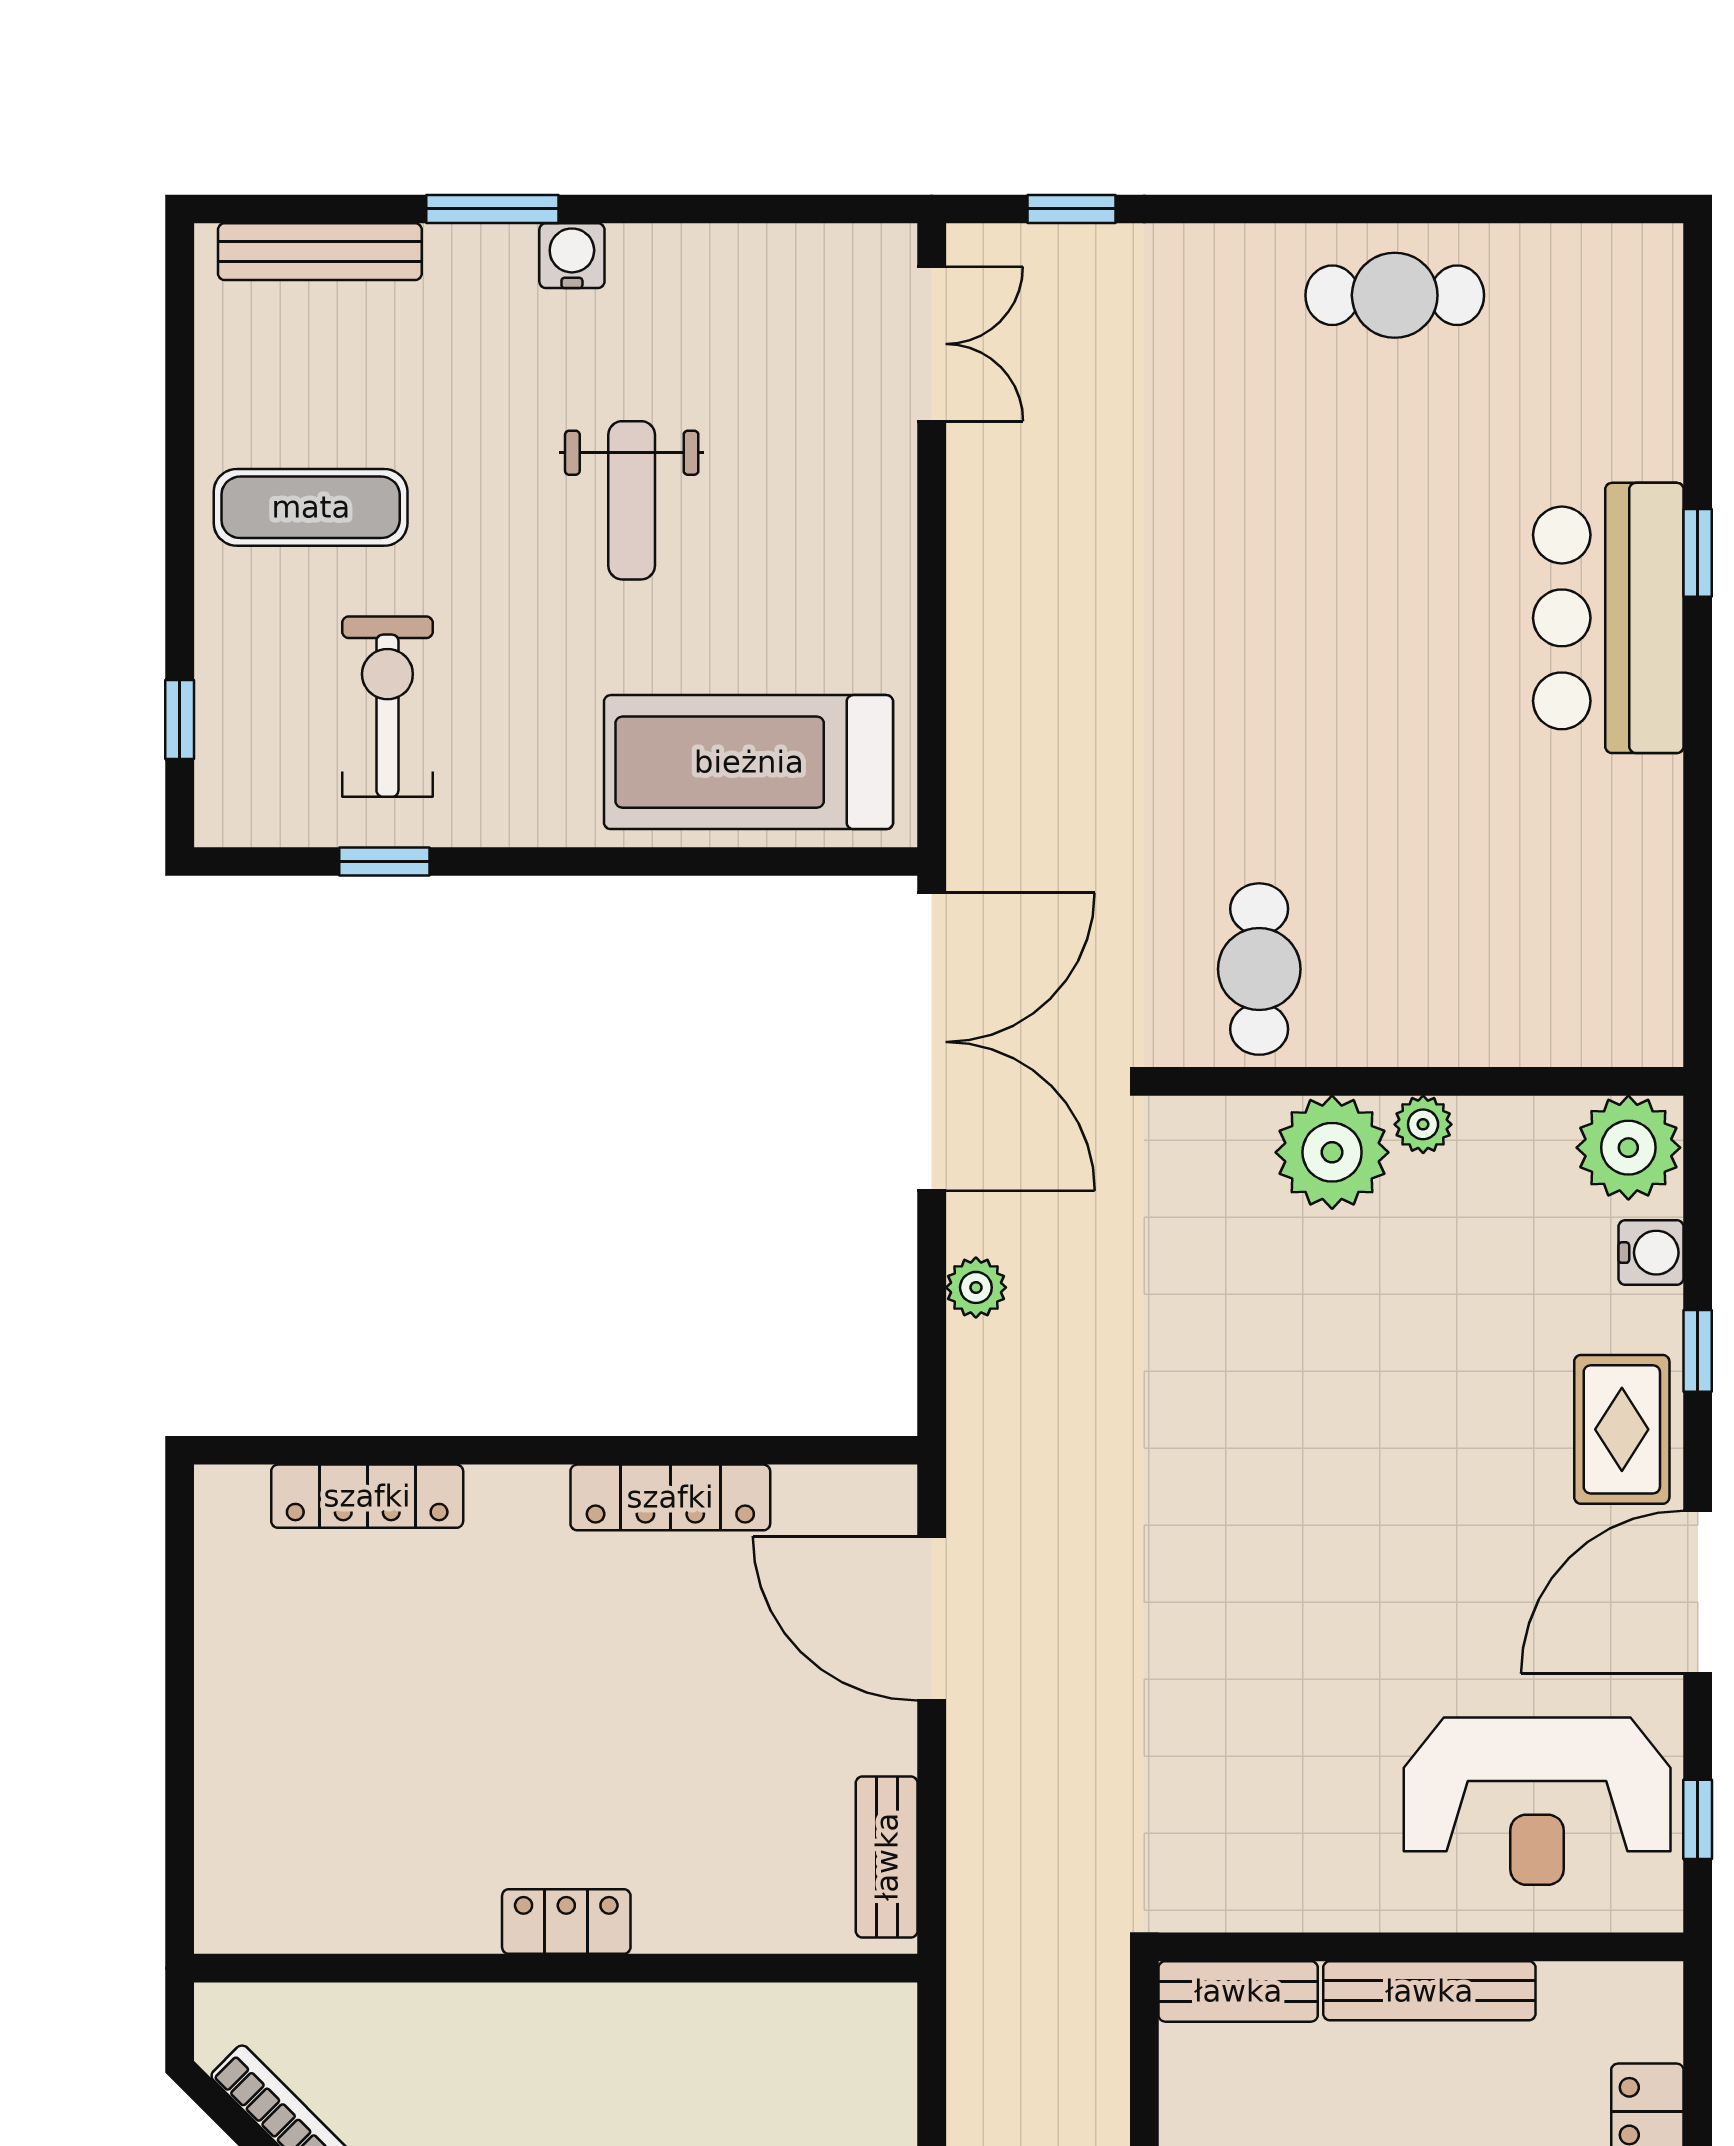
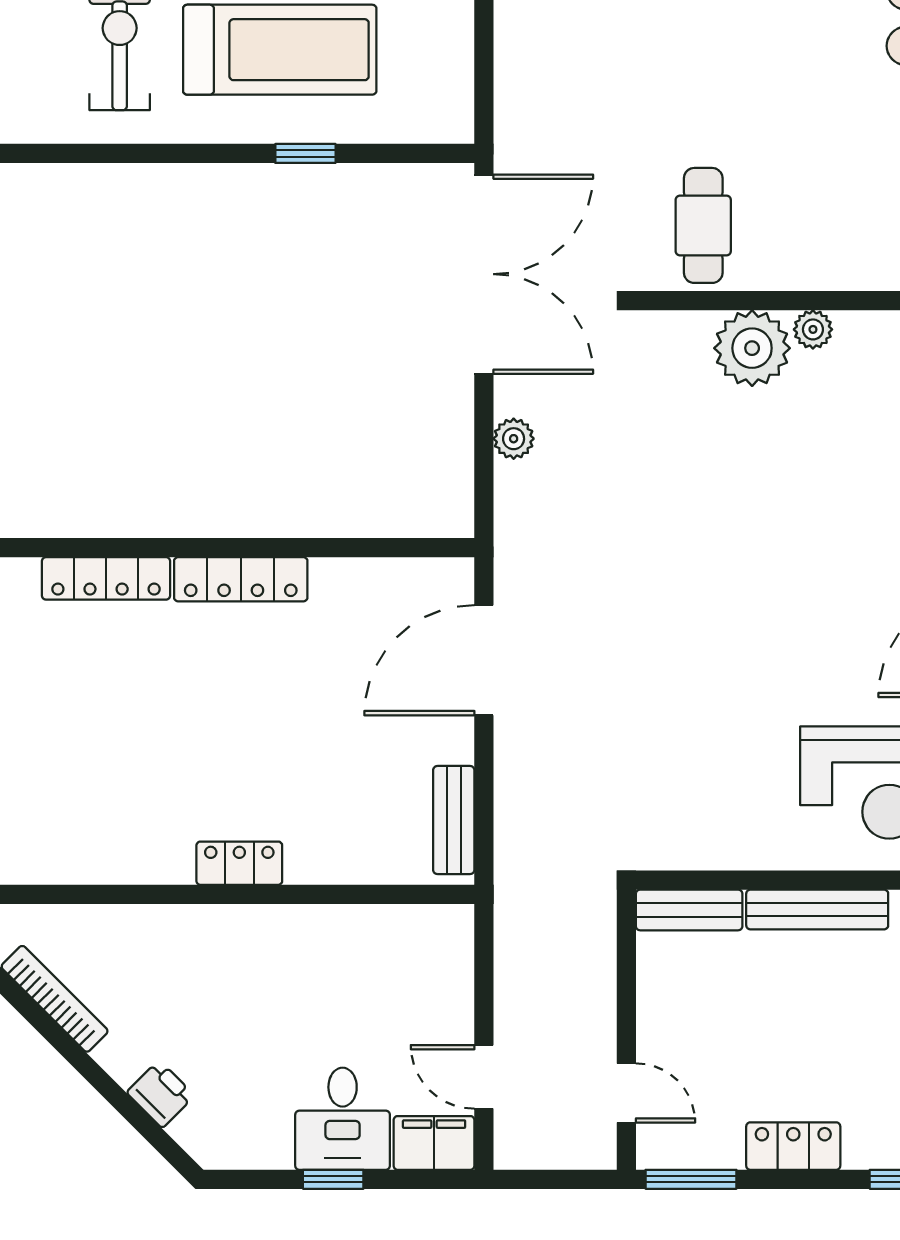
treadmill: (749, 762) -> (280, 50), moved, turned 180
window: (384, 862) -> (305, 153), moved
locker: (670, 1497) -> (241, 579), moved
door: (932, 1618) -> (484, 660), hinge flipped

